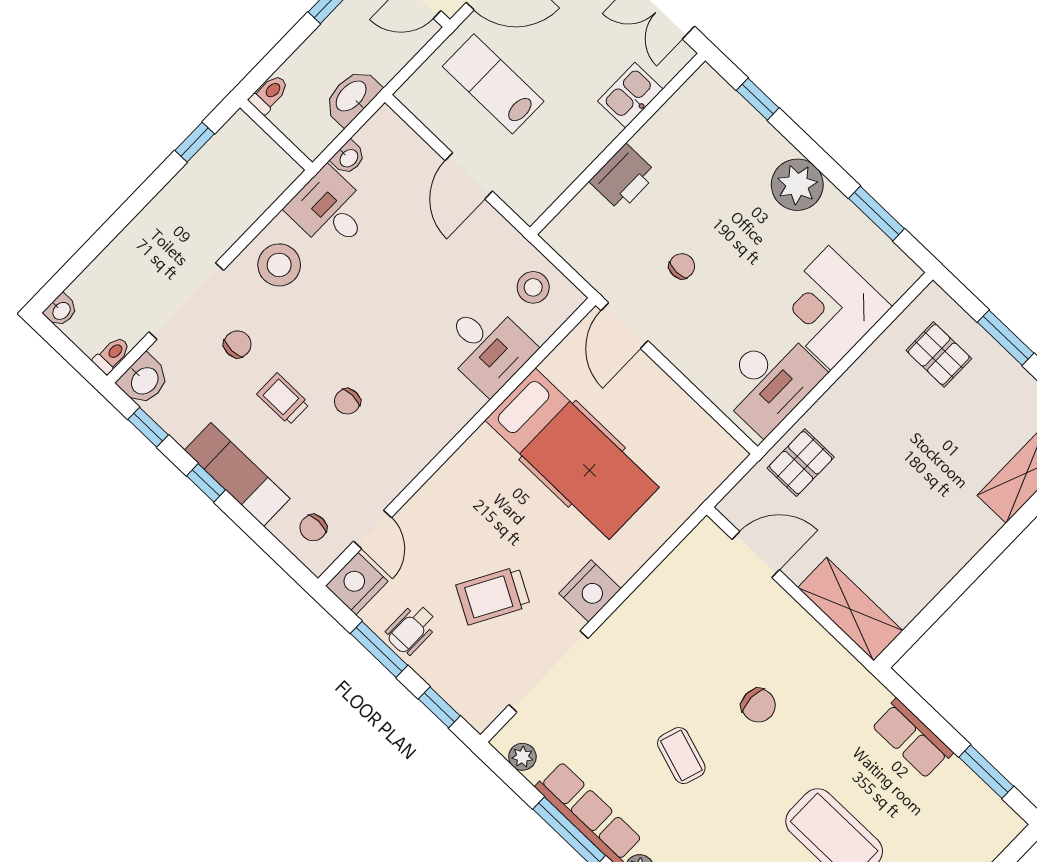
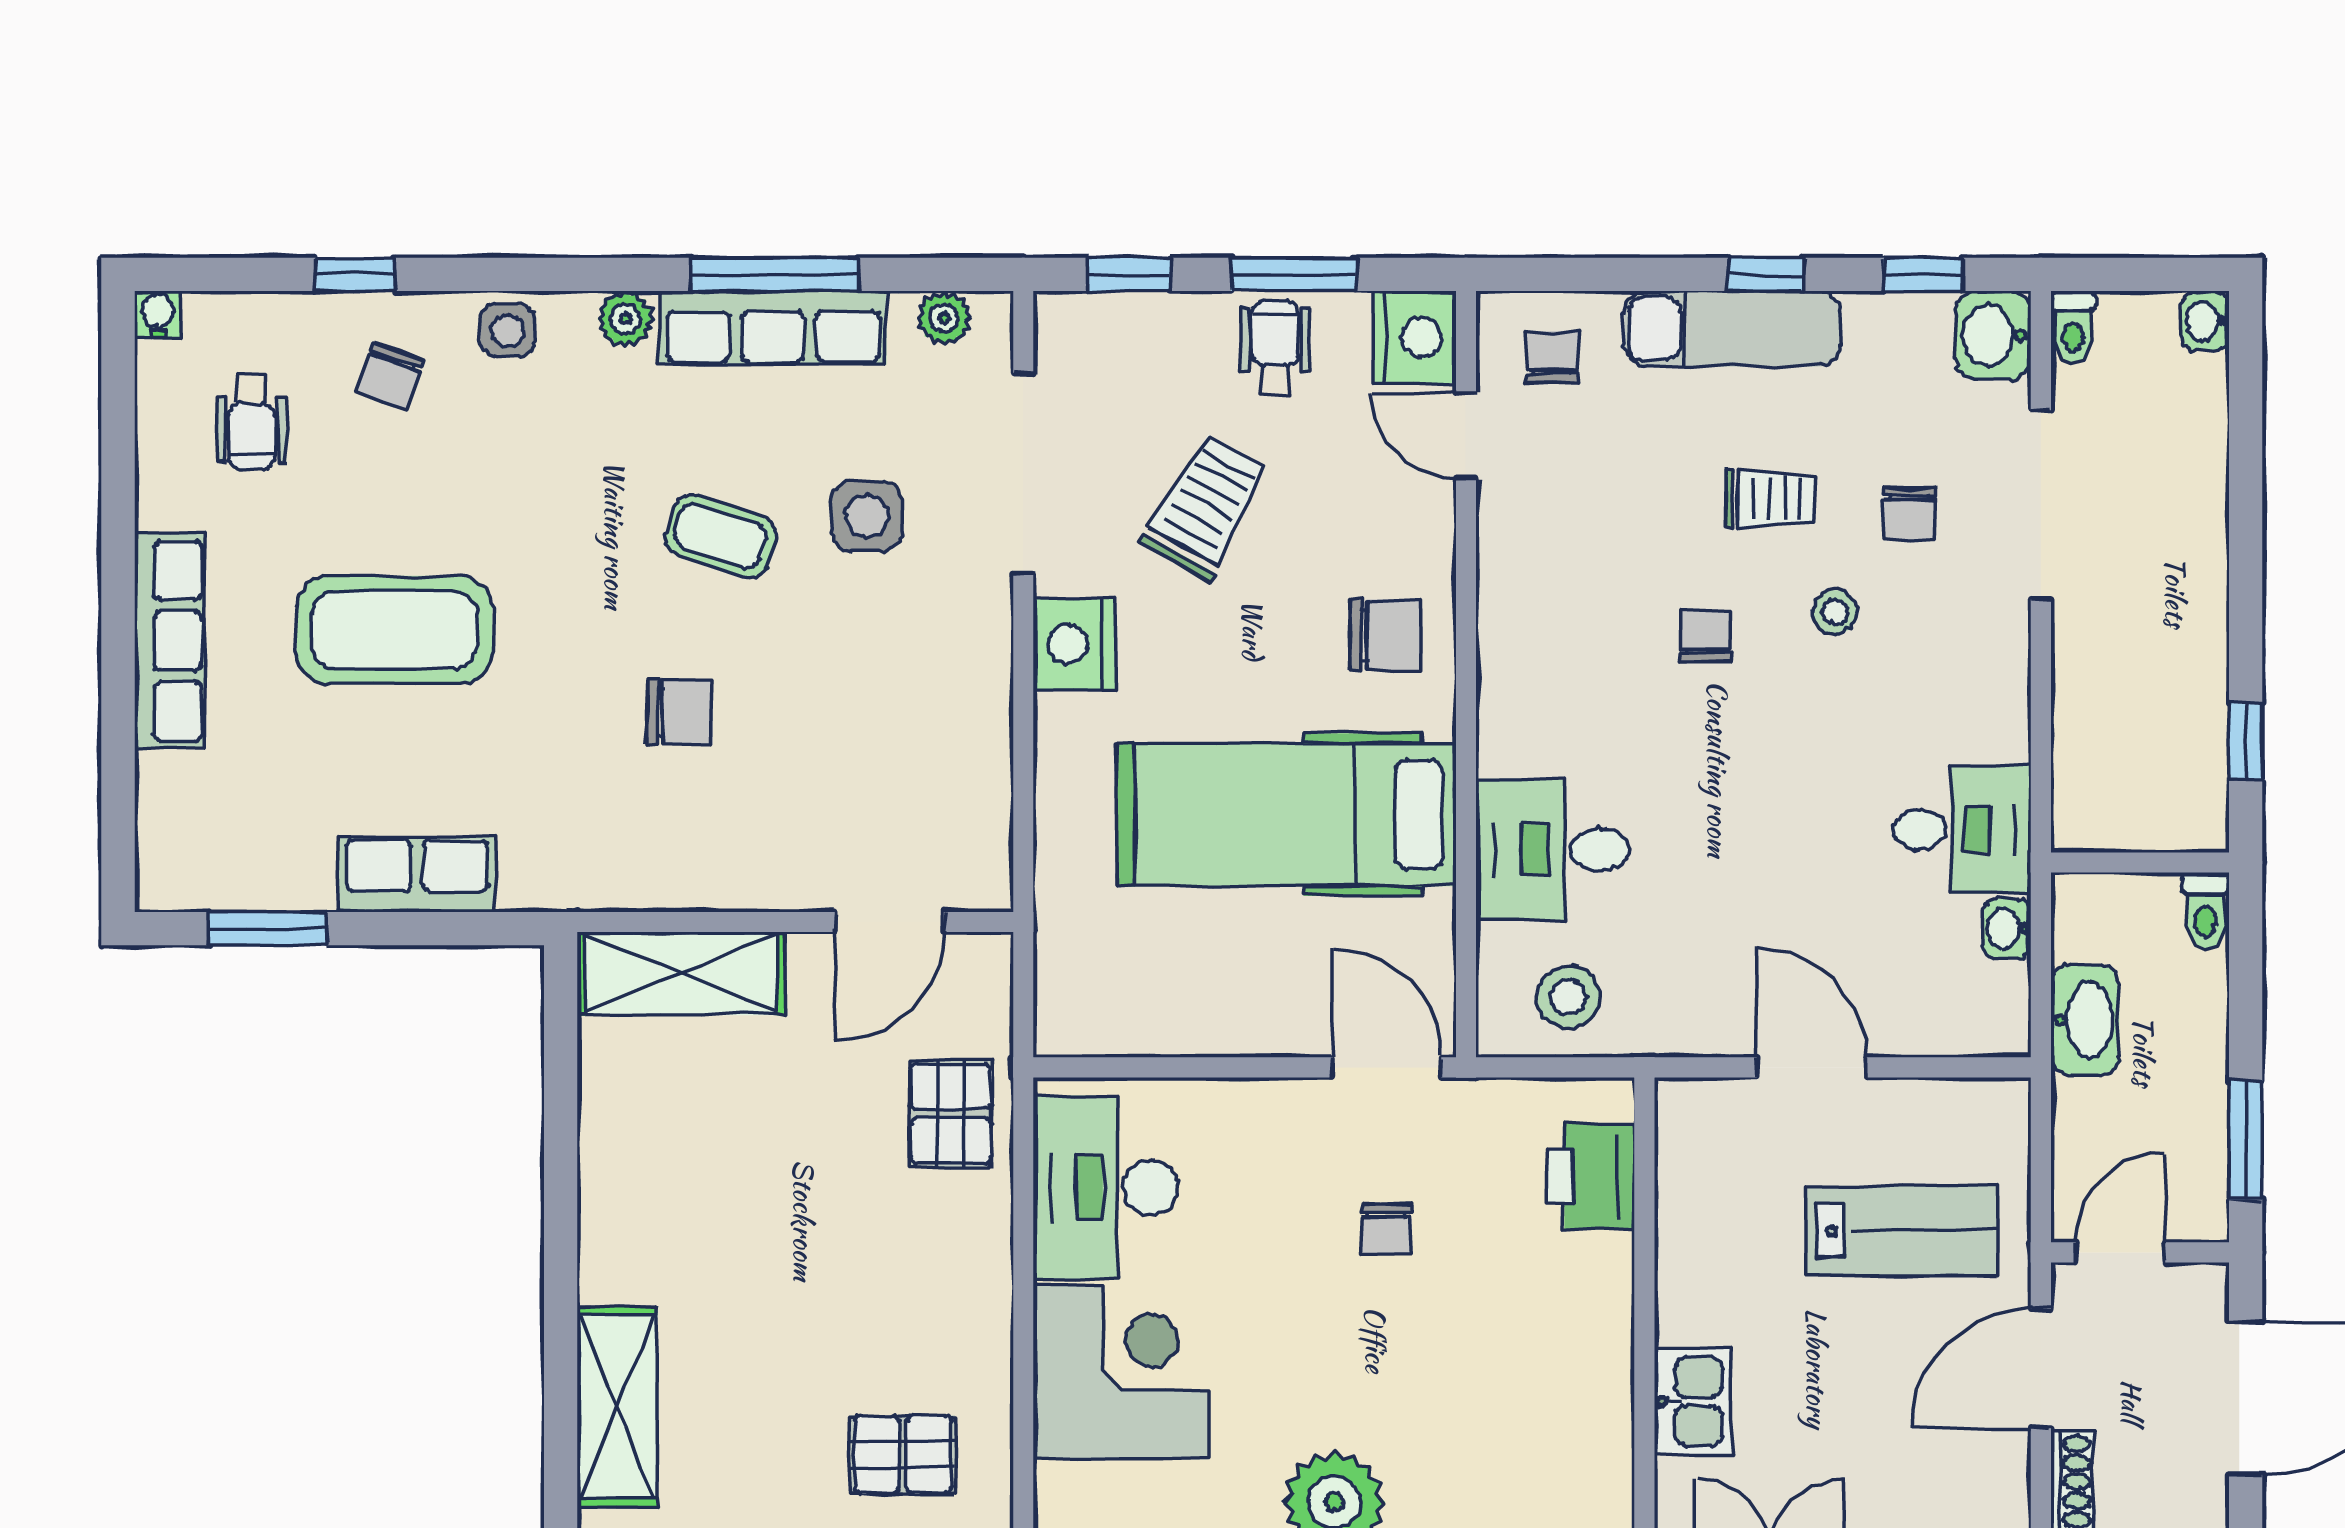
printer: (623, 177) -> (1591, 1176), moved
stool: (279, 265) -> (1835, 612), moved, width x0.53, depth x0.53
chair: (347, 401) -> (1706, 636), moved
chair: (473, 485) -> (1385, 635), added
chair: (758, 705) -> (680, 712), turned 180
side table: (621, 711) -> (867, 516), added

